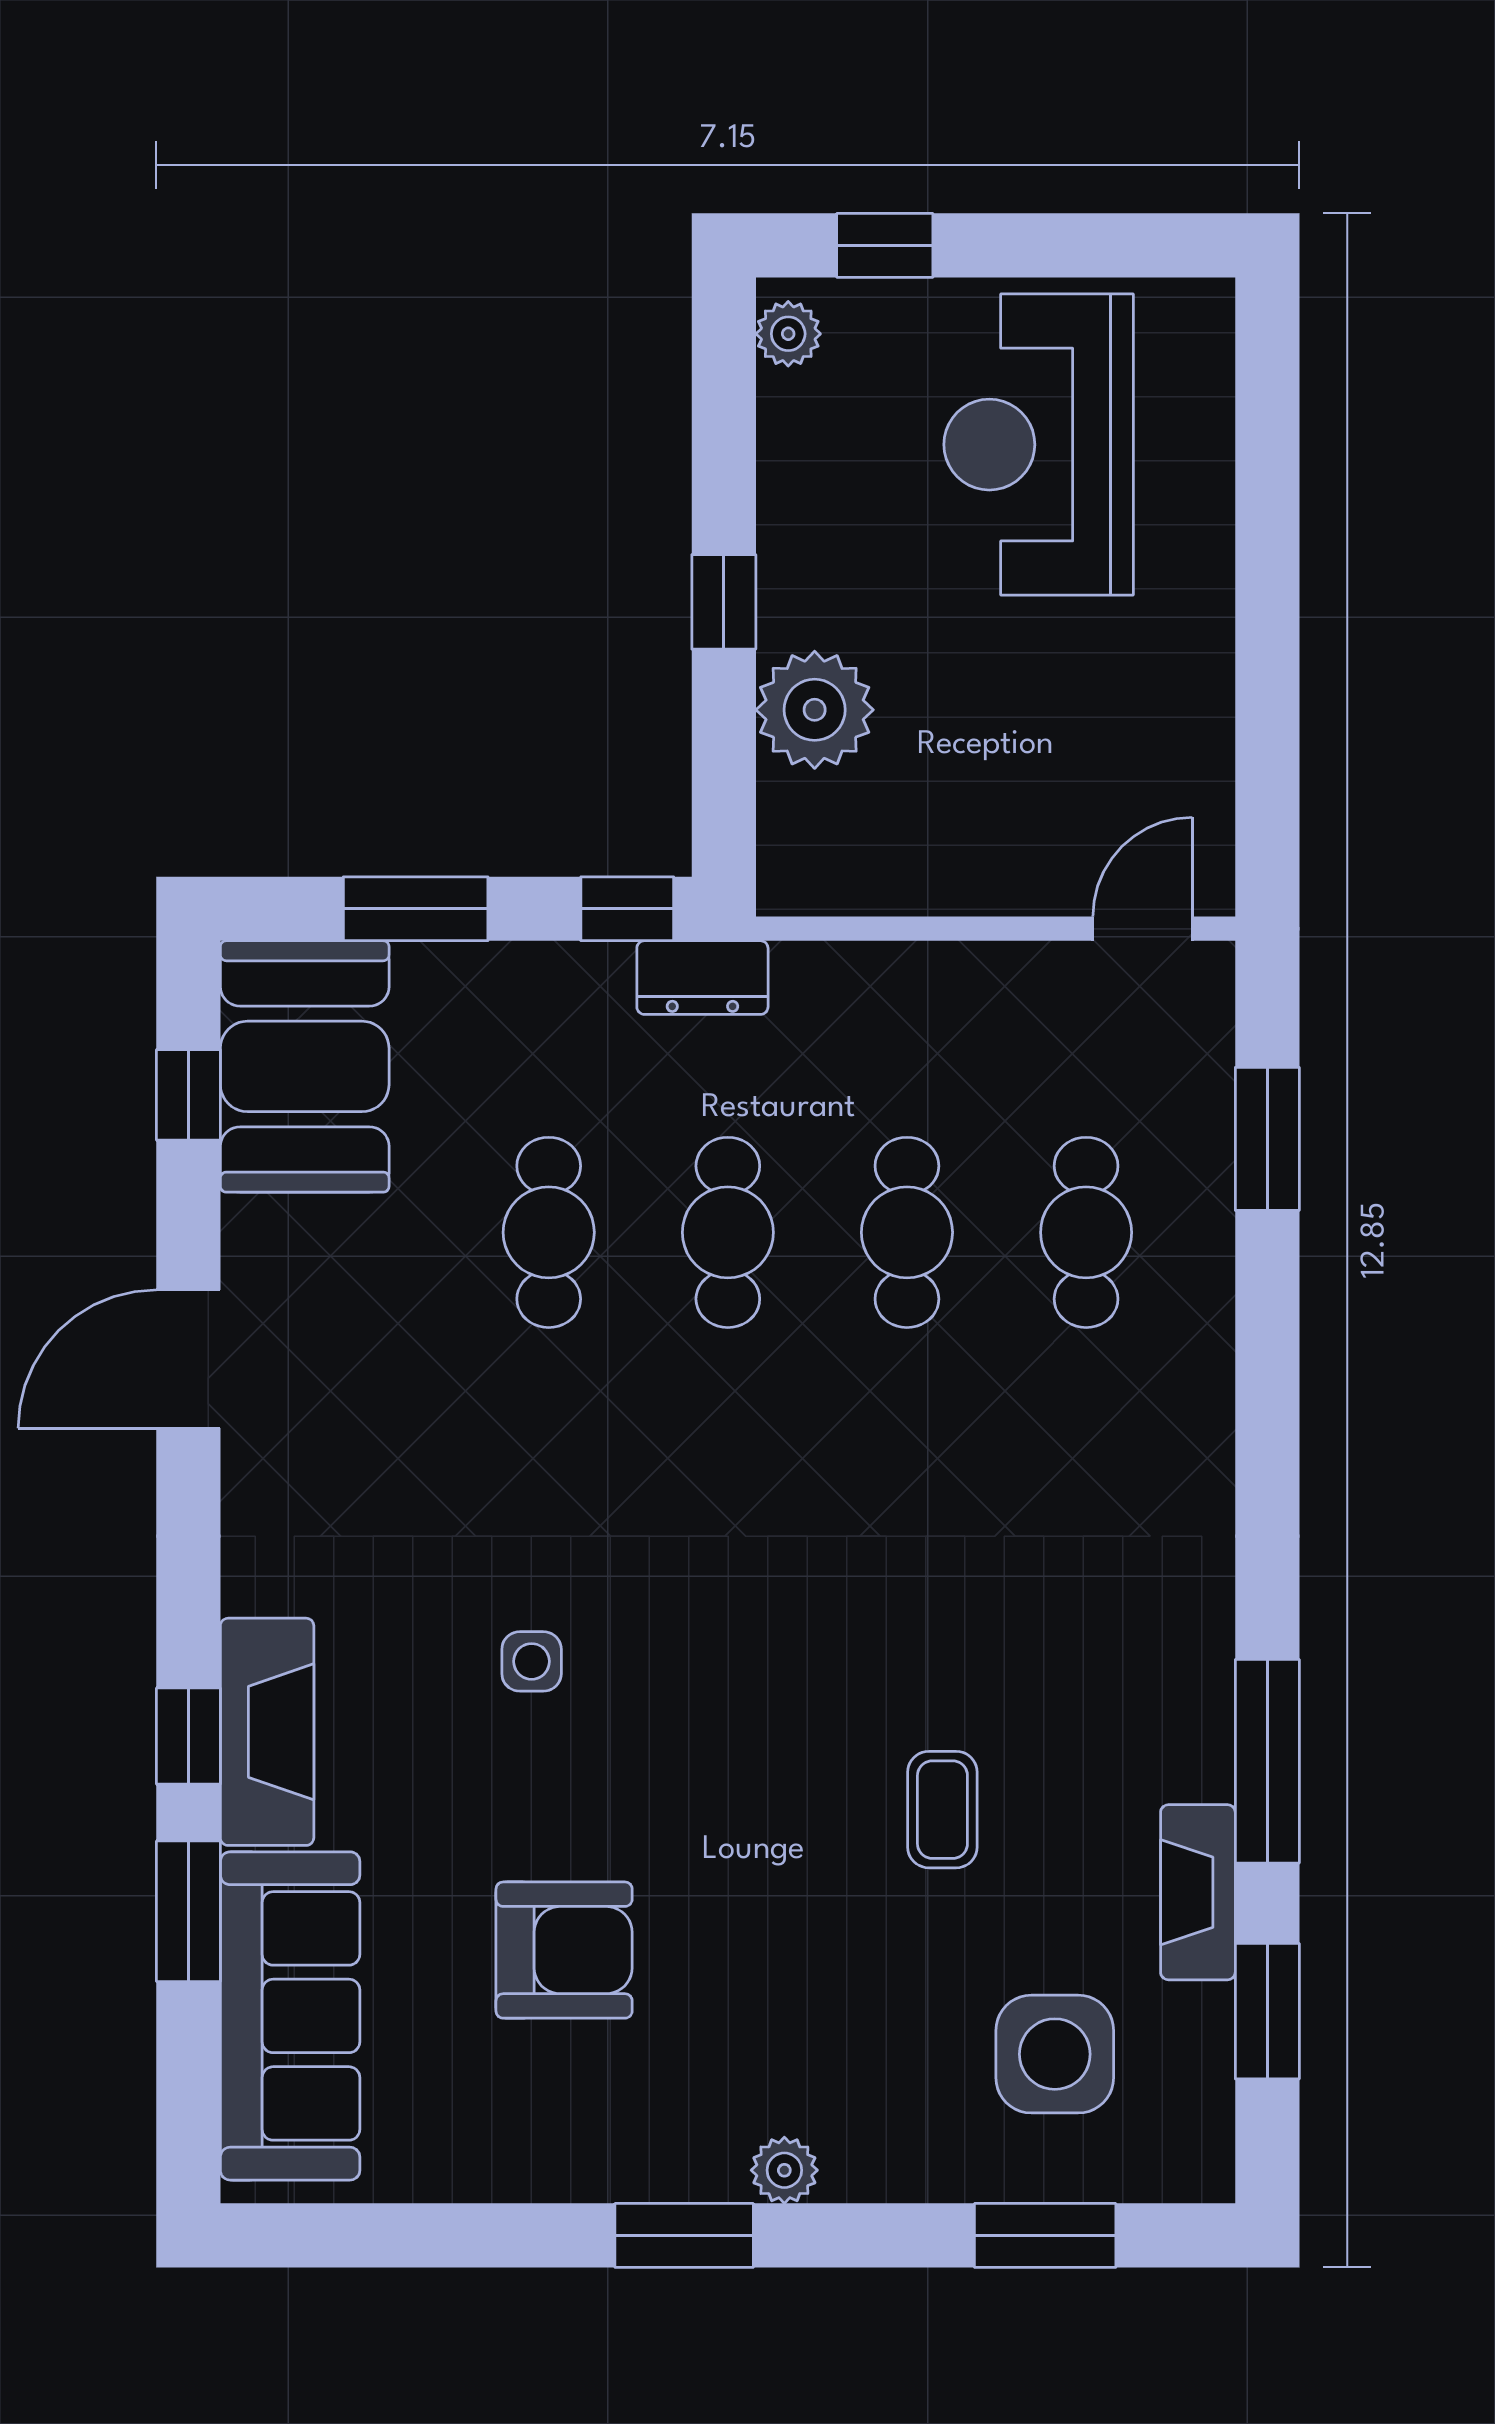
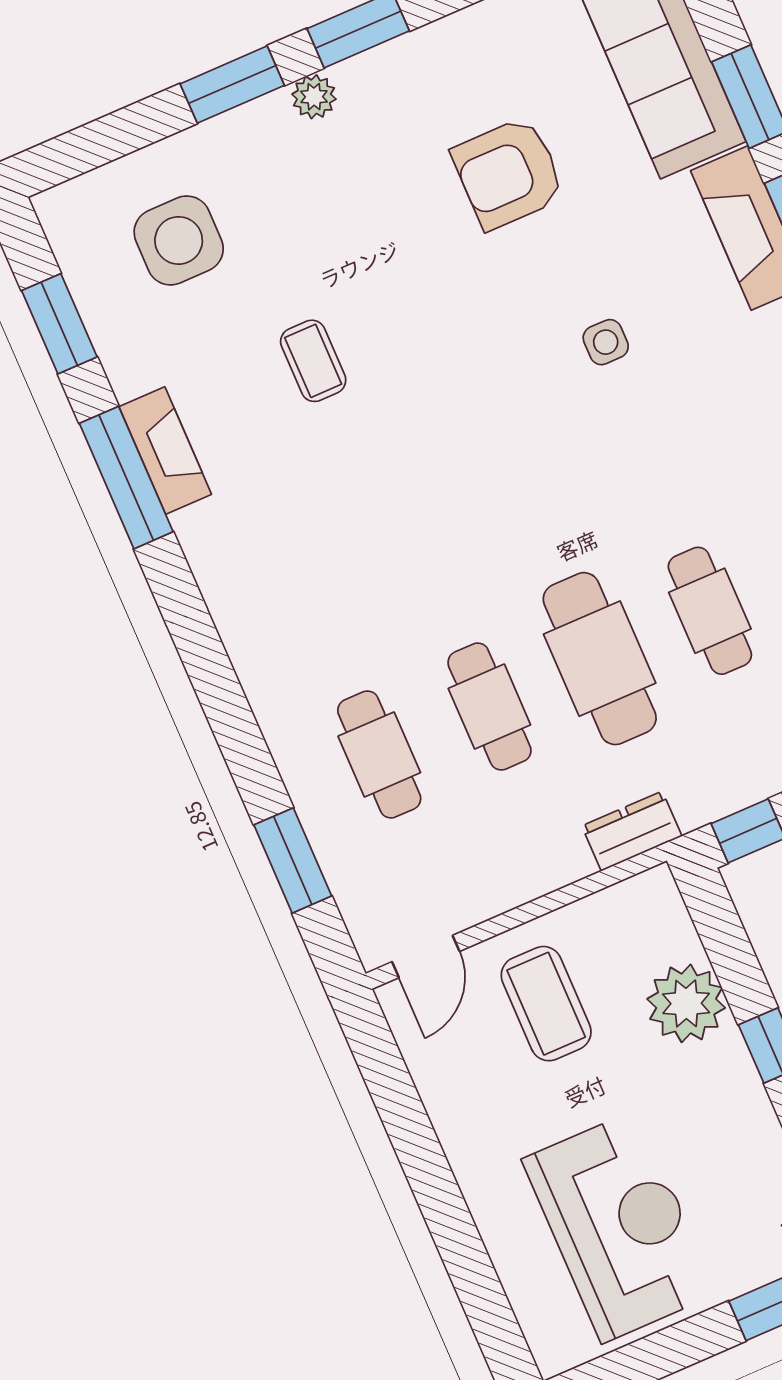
coffee table: (1006, 793) -> (546, 1004), added
dresser: (702, 978) -> (632, 831), moved
cafe table: (728, 1232) -> (600, 659), width x1.37, depth x1.35
fireplace: (1198, 1892) -> (165, 450), moved
window: (1045, 2235) -> (232, 85), moved

